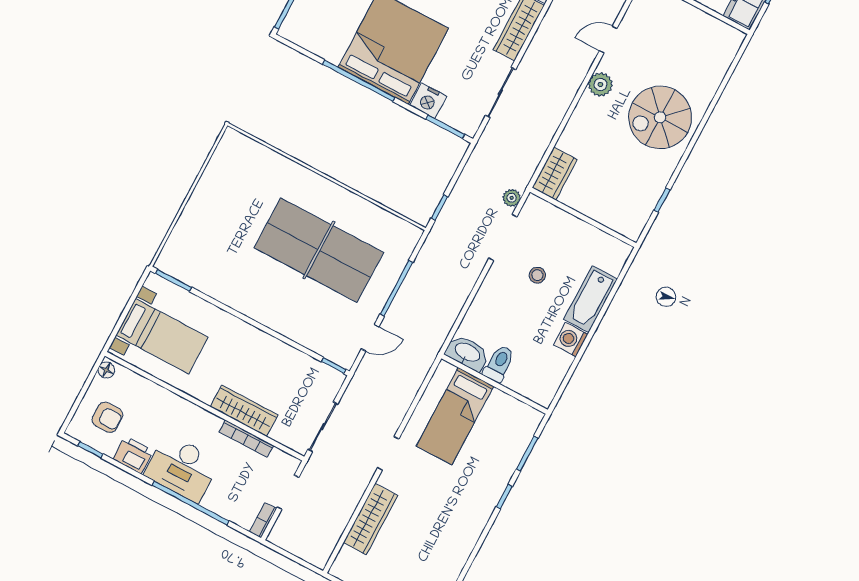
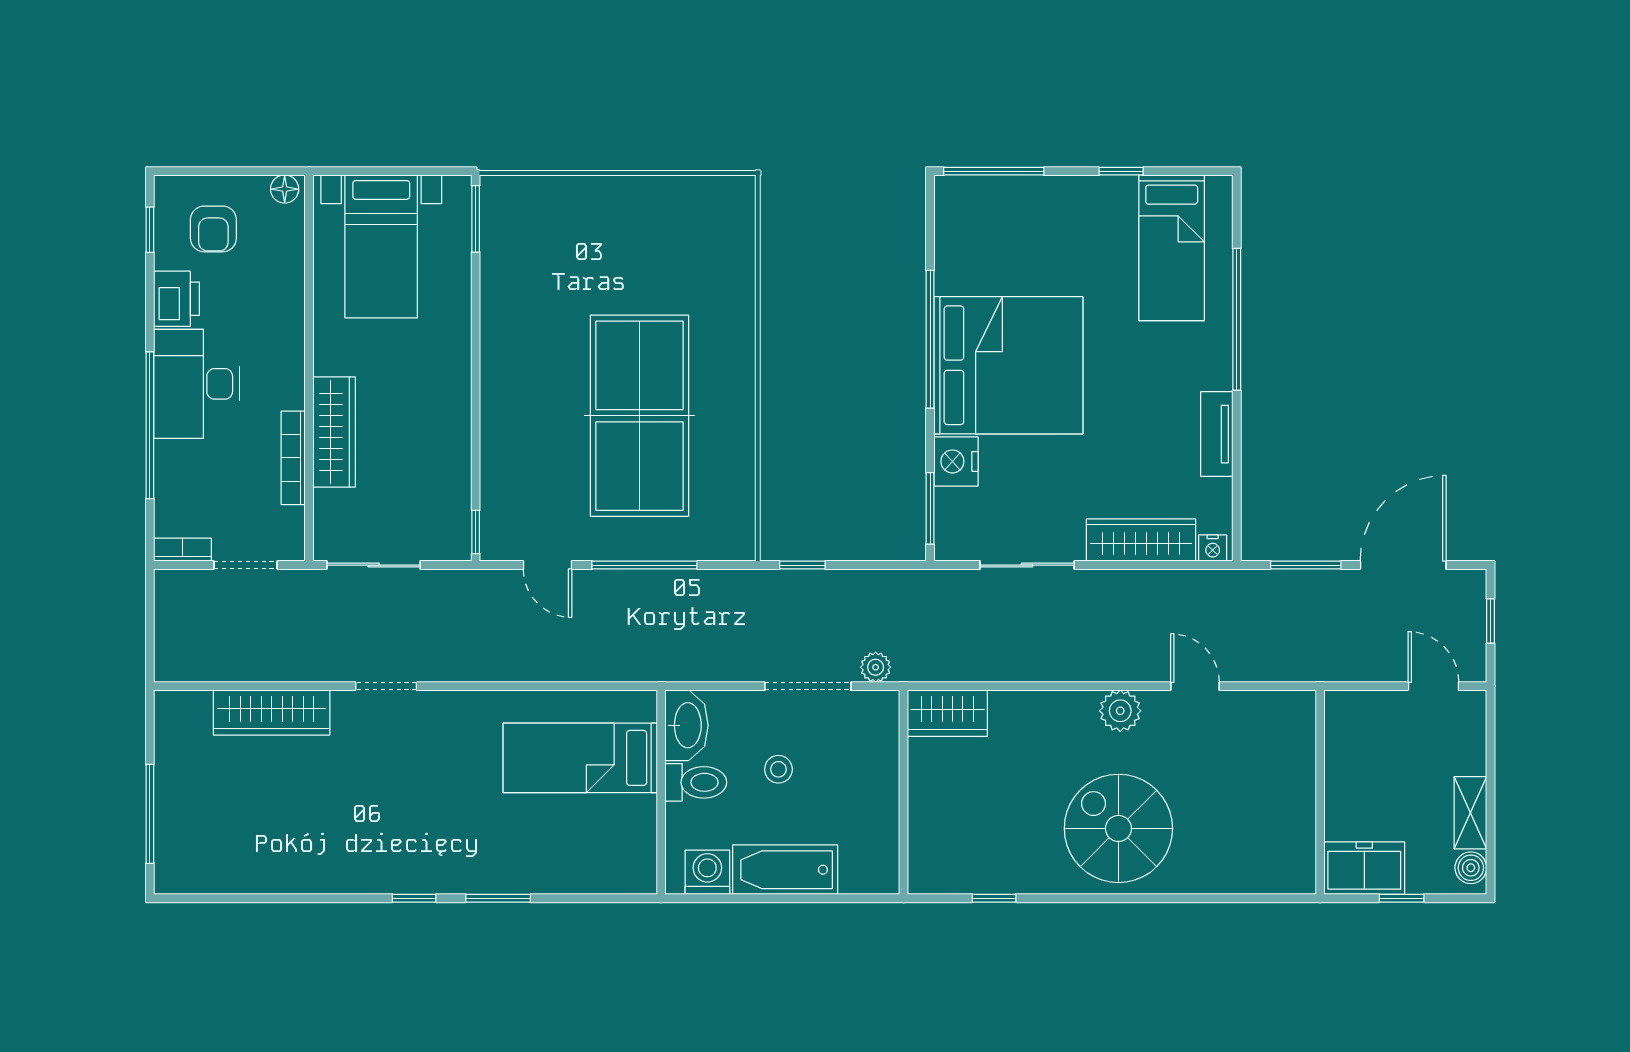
washbasin: (467, 353) -> (687, 725), moved
toilet: (499, 364) -> (696, 782), moved
wall: (495, 384) -> (661, 792), moved
bed: (455, 416) -> (580, 758), moved

